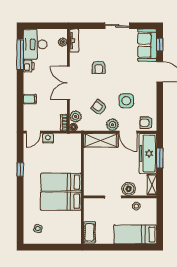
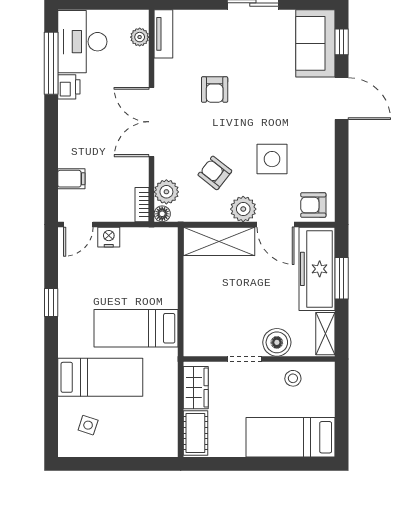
filing cabinet: (30, 99) -> (71, 179), moved
bed: (61, 201) -> (100, 377), moved, turned 180
wardrobe: (90, 211) -> (196, 388), added

